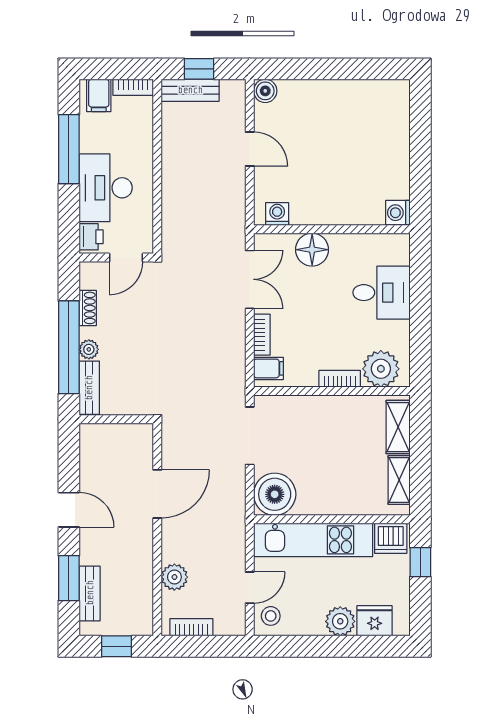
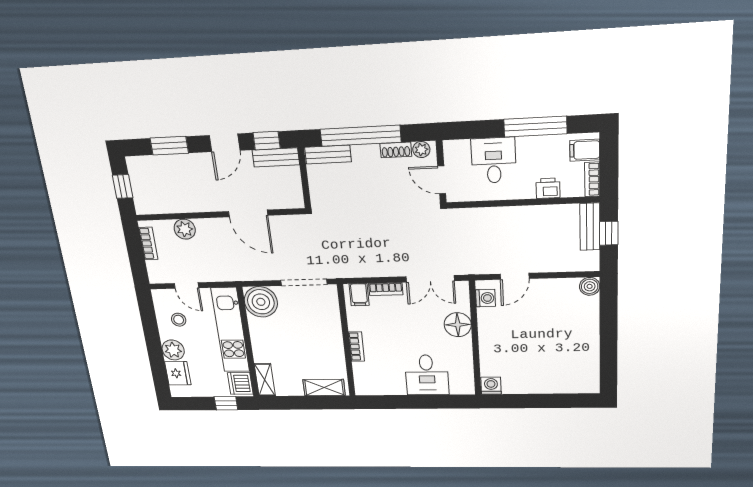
door: (250, 149) -> (515, 276), moved
desk: (106, 188) -> (494, 160), width x0.73
printer: (91, 237) -> (548, 188), moved, turned 180
plant: (89, 349) -> (421, 150), moved
plant: (381, 369) -> (367, 375), removed
window: (69, 459) -> (267, 141), added
shelving: (399, 480) -> (265, 380), moved, turned 90
bench: (90, 593) -> (276, 157), moved
stool: (271, 616) -> (179, 320), moved

